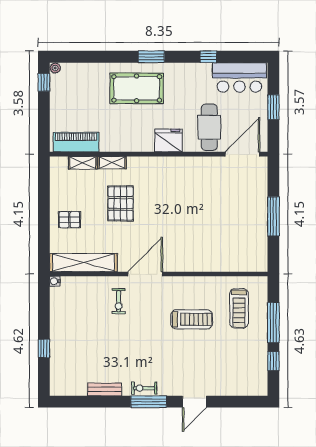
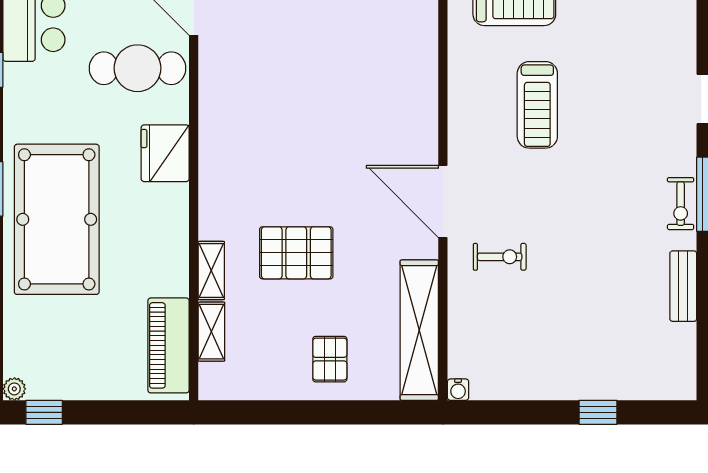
pool table: (137, 88) -> (57, 219), width x1.36, depth x1.32
treadmill: (192, 319) -> (537, 105), turned 180

